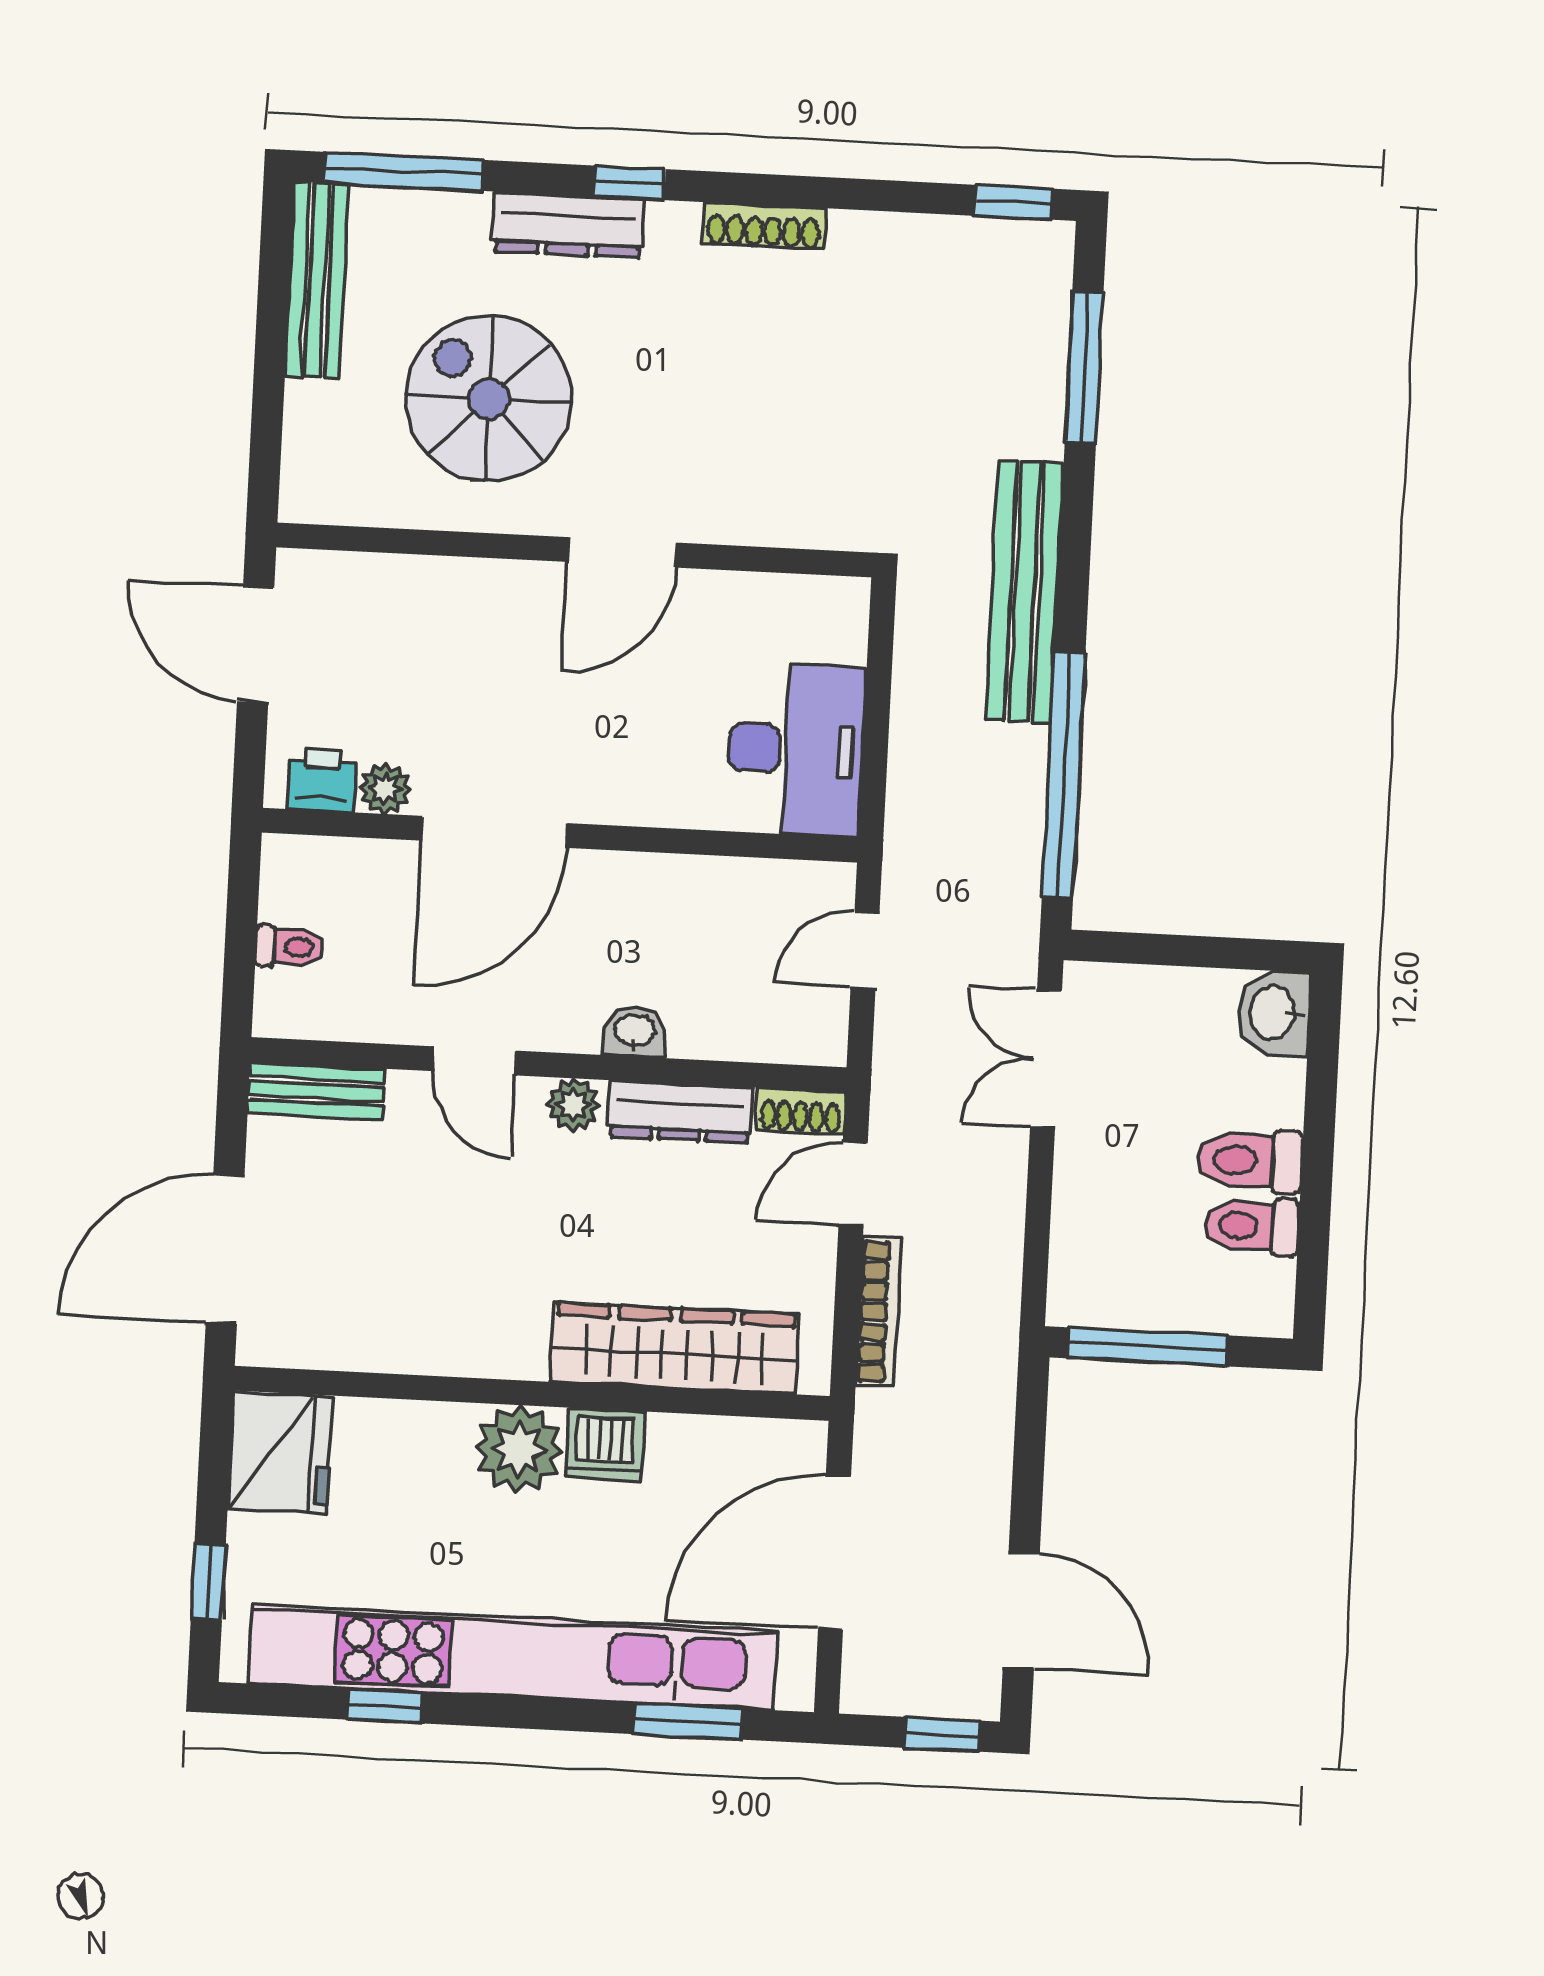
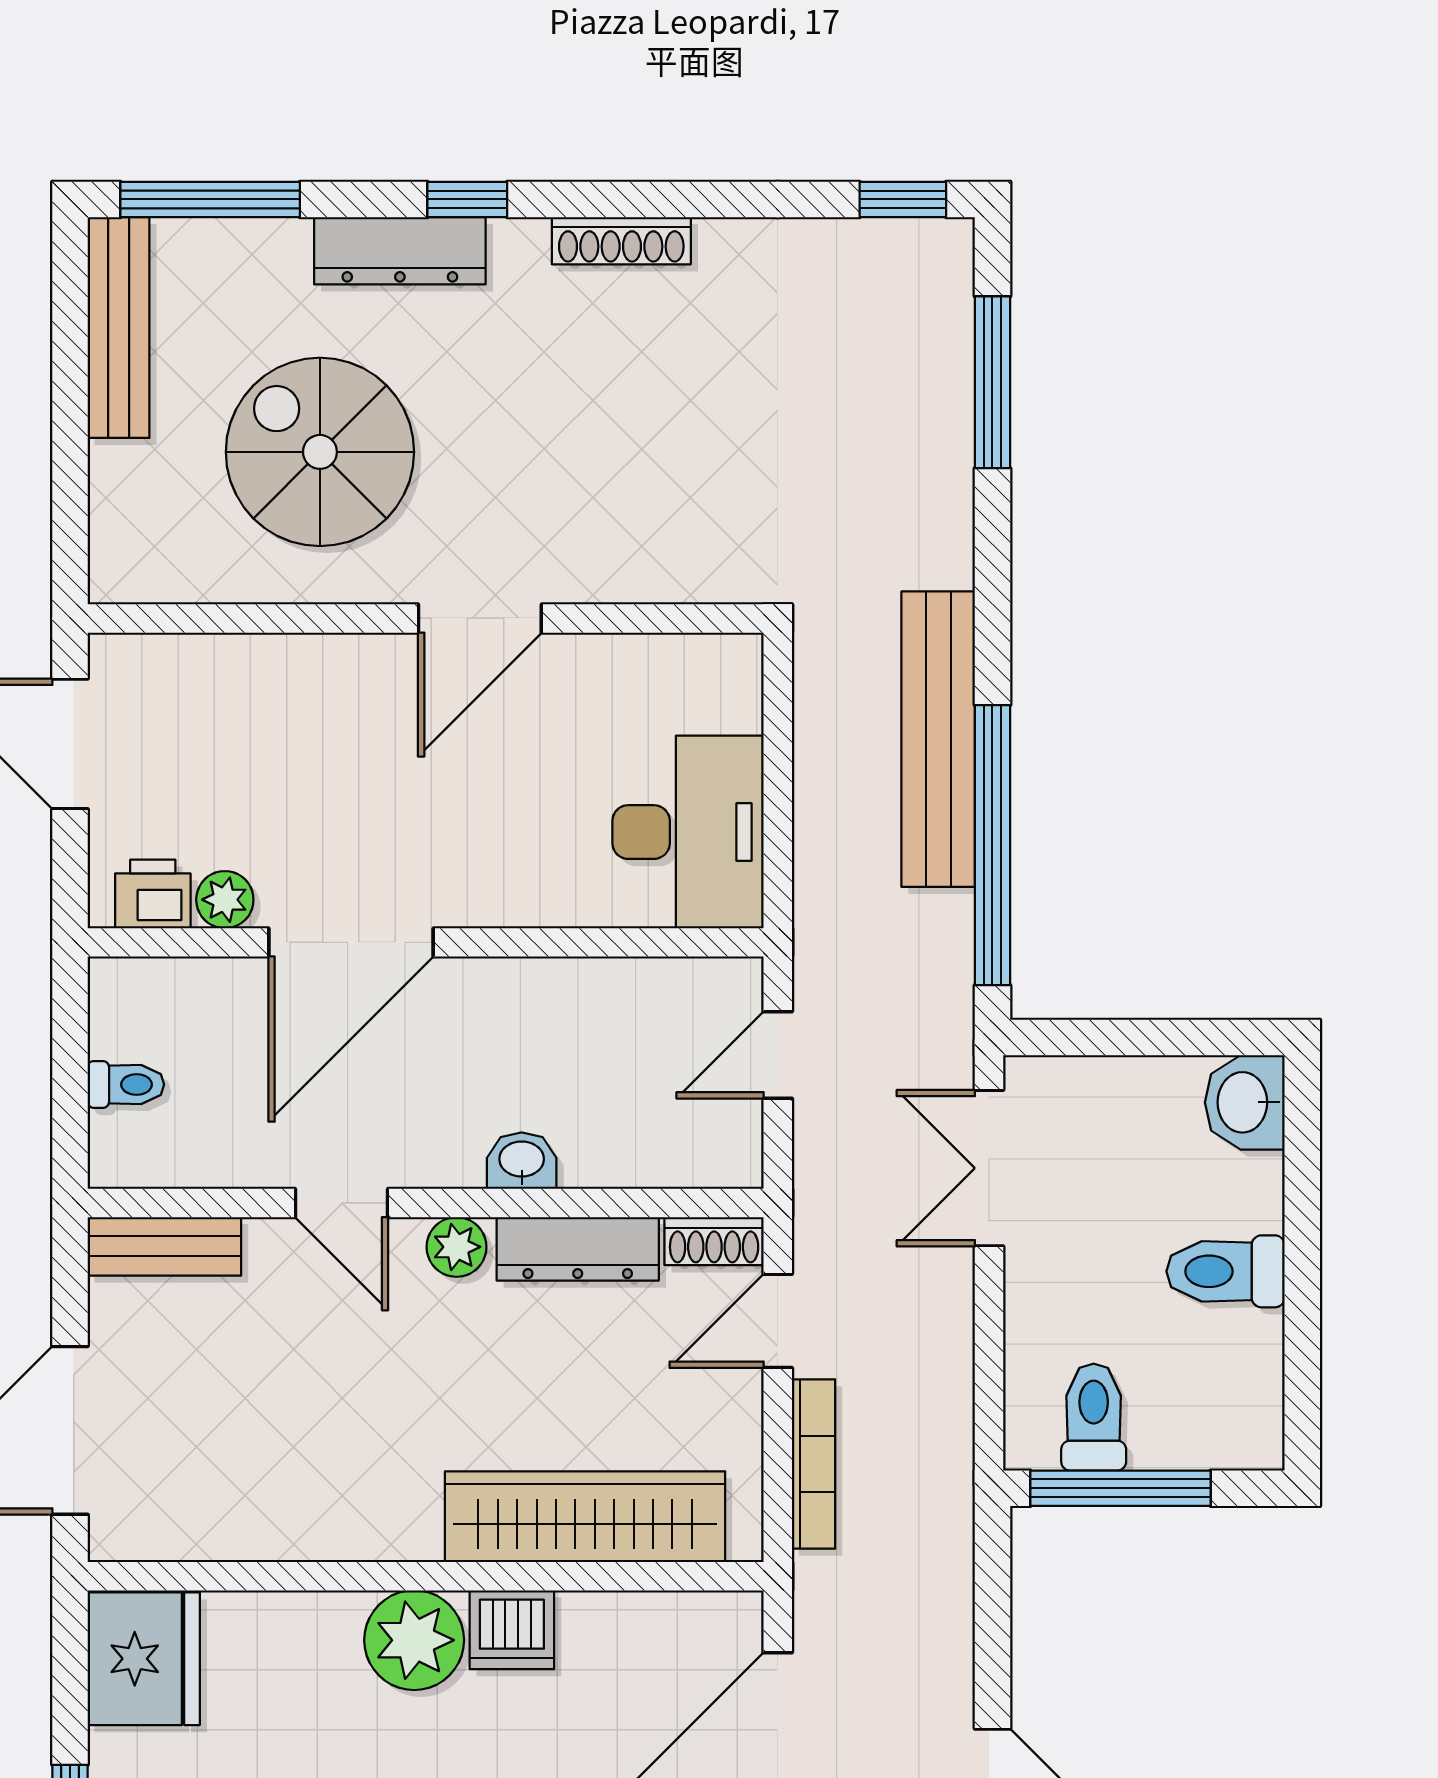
bench: (1025, 592) -> (938, 739), moved
toilet: (1251, 1226) -> (1094, 1417), moved, turned 90

